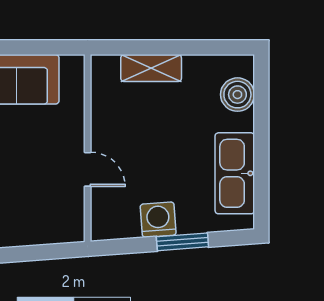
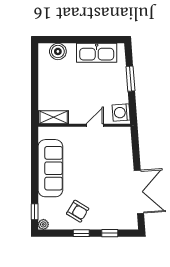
shelving: (151, 68) -> (54, 117), moved, turned 90
washing machine: (158, 220) -> (121, 112), moved

